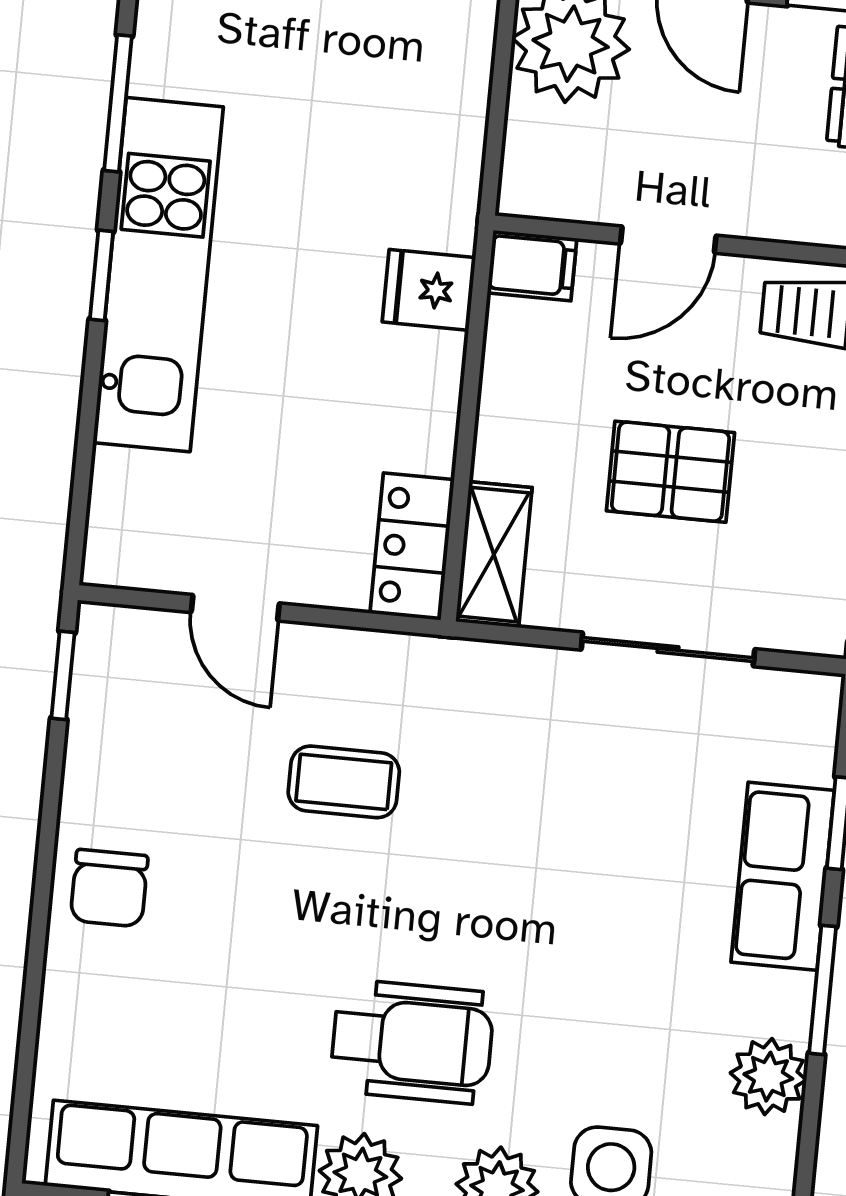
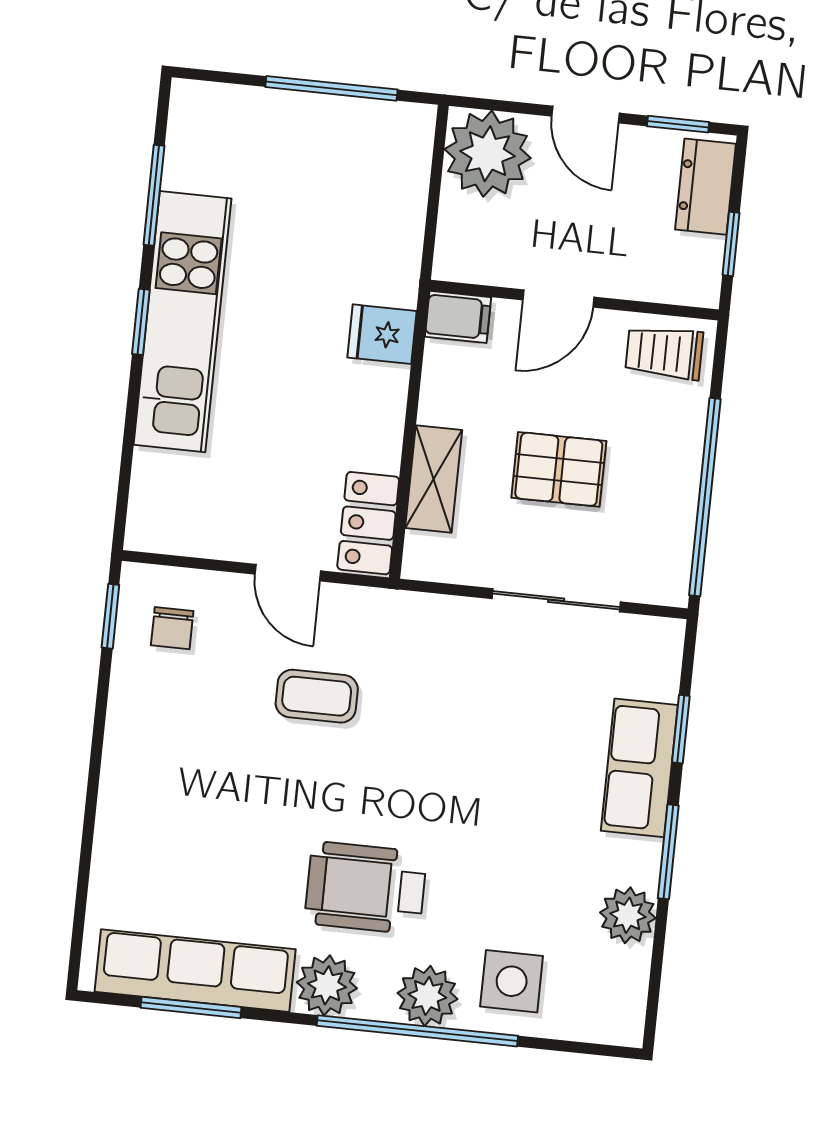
shelving: (494, 555) -> (434, 479), moved
door: (235, 608) -> (288, 573), moved
chair: (109, 888) -> (172, 628), moved, width x0.73, depth x0.73
wheelchair: (412, 1042) -> (366, 888), turned 180

